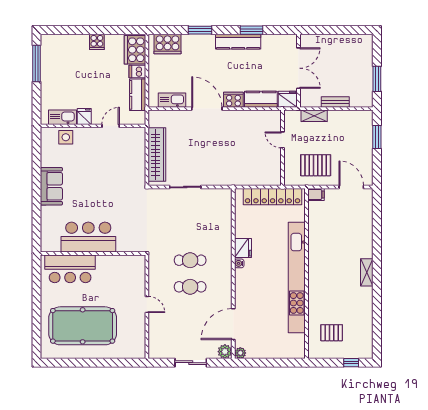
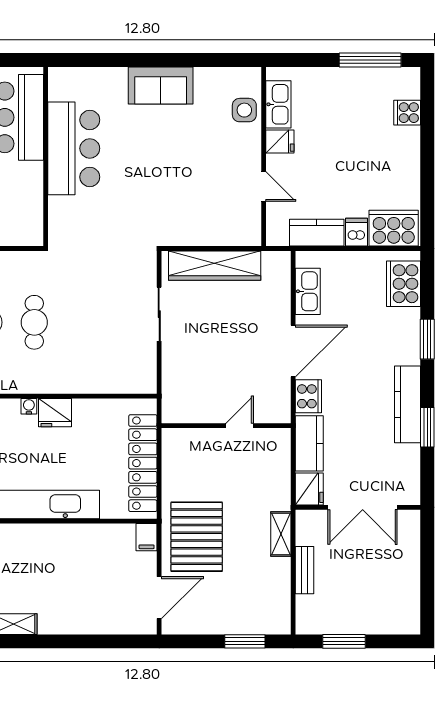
cooker: (97, 42) -> (407, 113), moved
door: (283, 140) -> (240, 426), moved
wall: (283, 148) -> (226, 426), moved
pallet: (316, 165) -> (197, 537), width x1.37, depth x1.41

